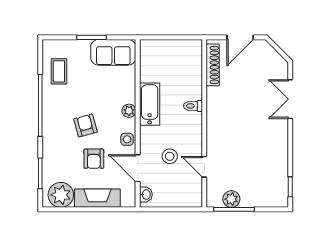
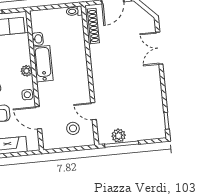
toilet: (193, 106) -> (74, 11), moved
stool: (170, 156) -> (73, 128), moved
washbasin: (146, 195) -> (38, 39), moved

